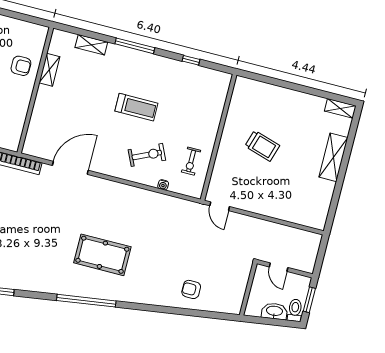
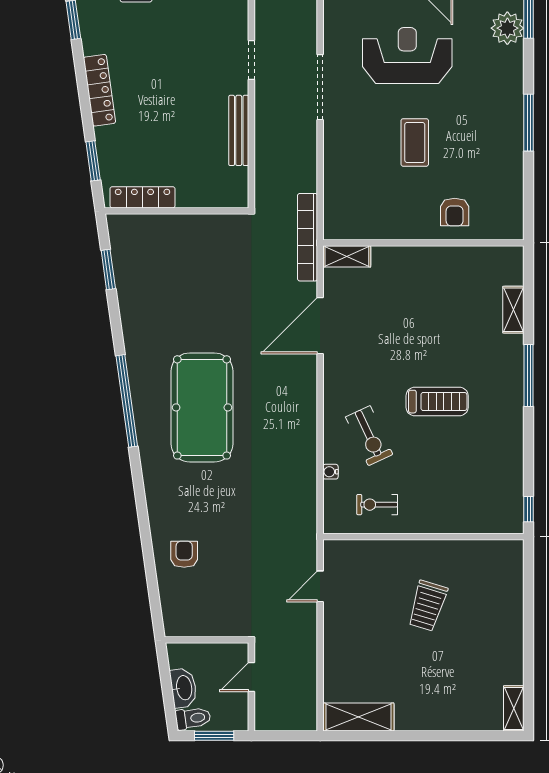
window: (191, 60) -> (529, 509), moved
shelving: (49, 70) -> (347, 256), moved
treadmill: (136, 107) -> (437, 402), turned -90
shelving: (333, 157) -> (358, 717), moved
door: (70, 168) -> (320, 326), swing flipped
door: (220, 206) -> (320, 586), moved
pool table: (102, 255) -> (202, 407), width x1.36, depth x1.32

